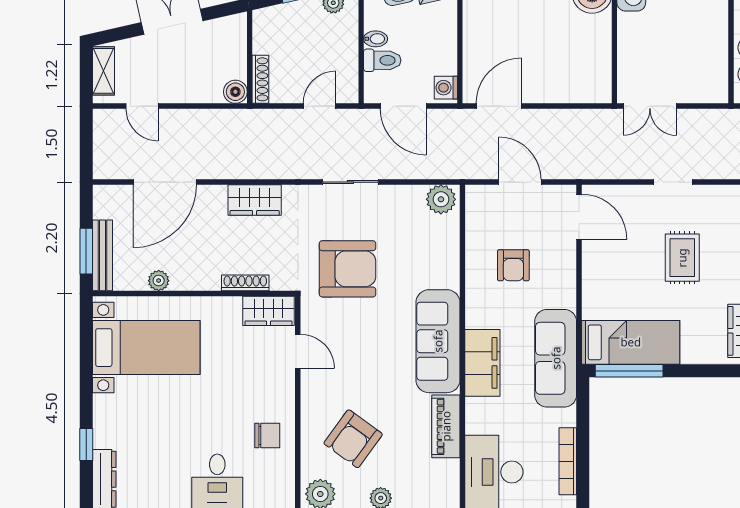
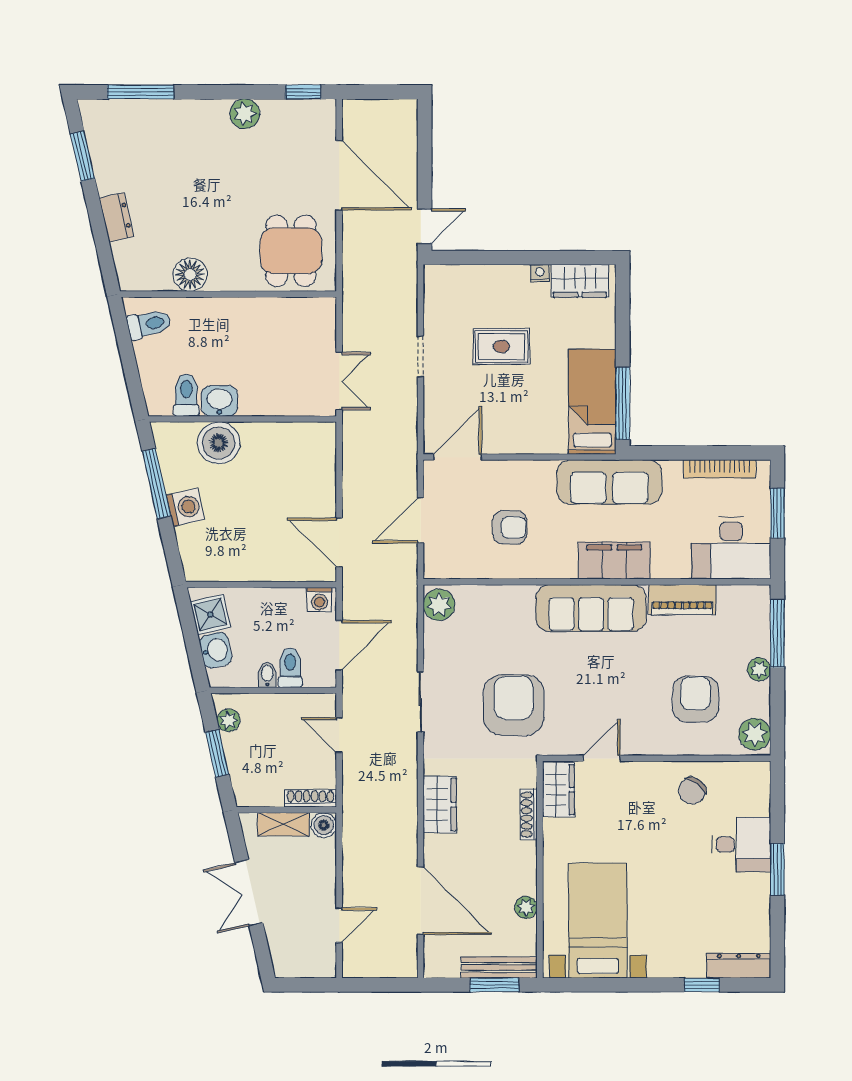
shelving: (103, 71) -> (283, 824), moved
chair: (267, 436) -> (692, 791), turned -144
armchair: (353, 439) -> (696, 699), turned -126

